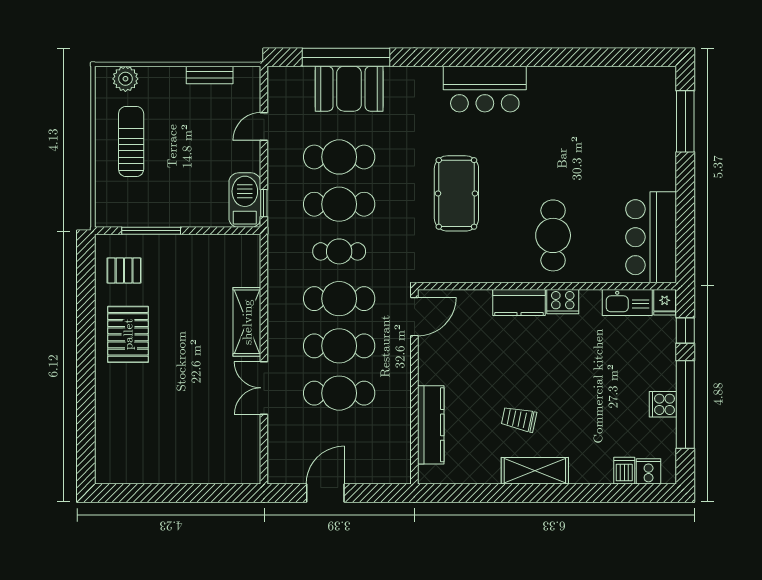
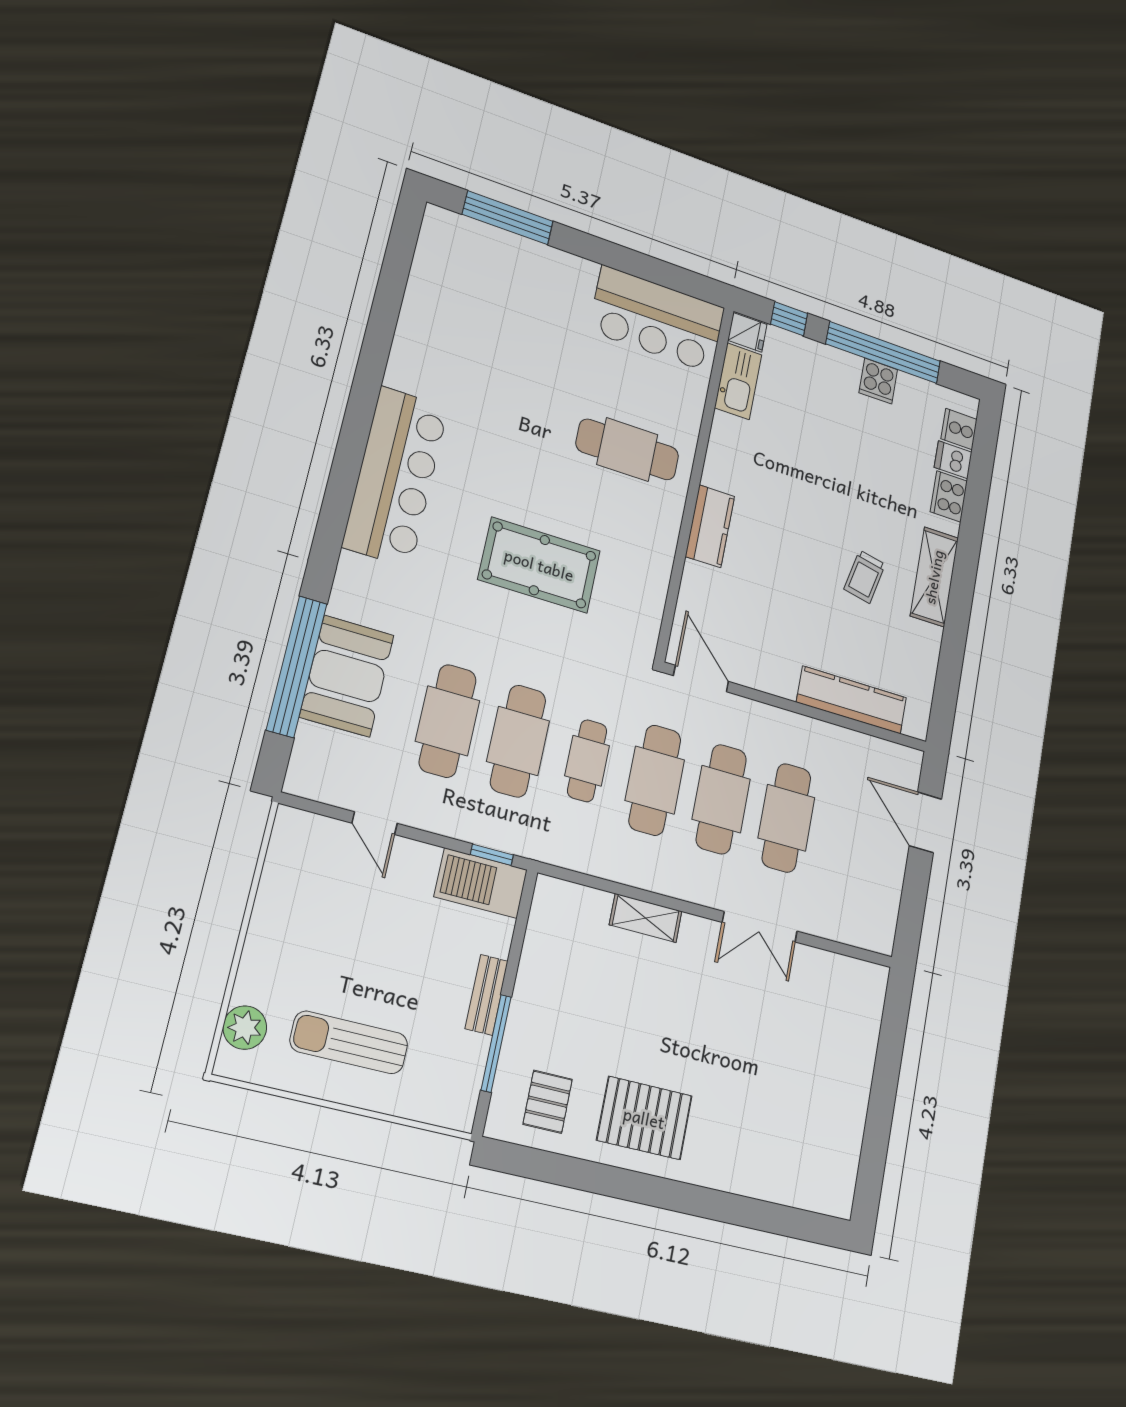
bench: (210, 75) -> (487, 995), moved
bar counter: (485, 89) -> (396, 476), width x1.36
cooker: (563, 302) -> (949, 497), moved, turned 180
shelving: (247, 322) -> (646, 918), width x0.67, depth x0.75
door: (325, 493) -> (926, 822), moved

